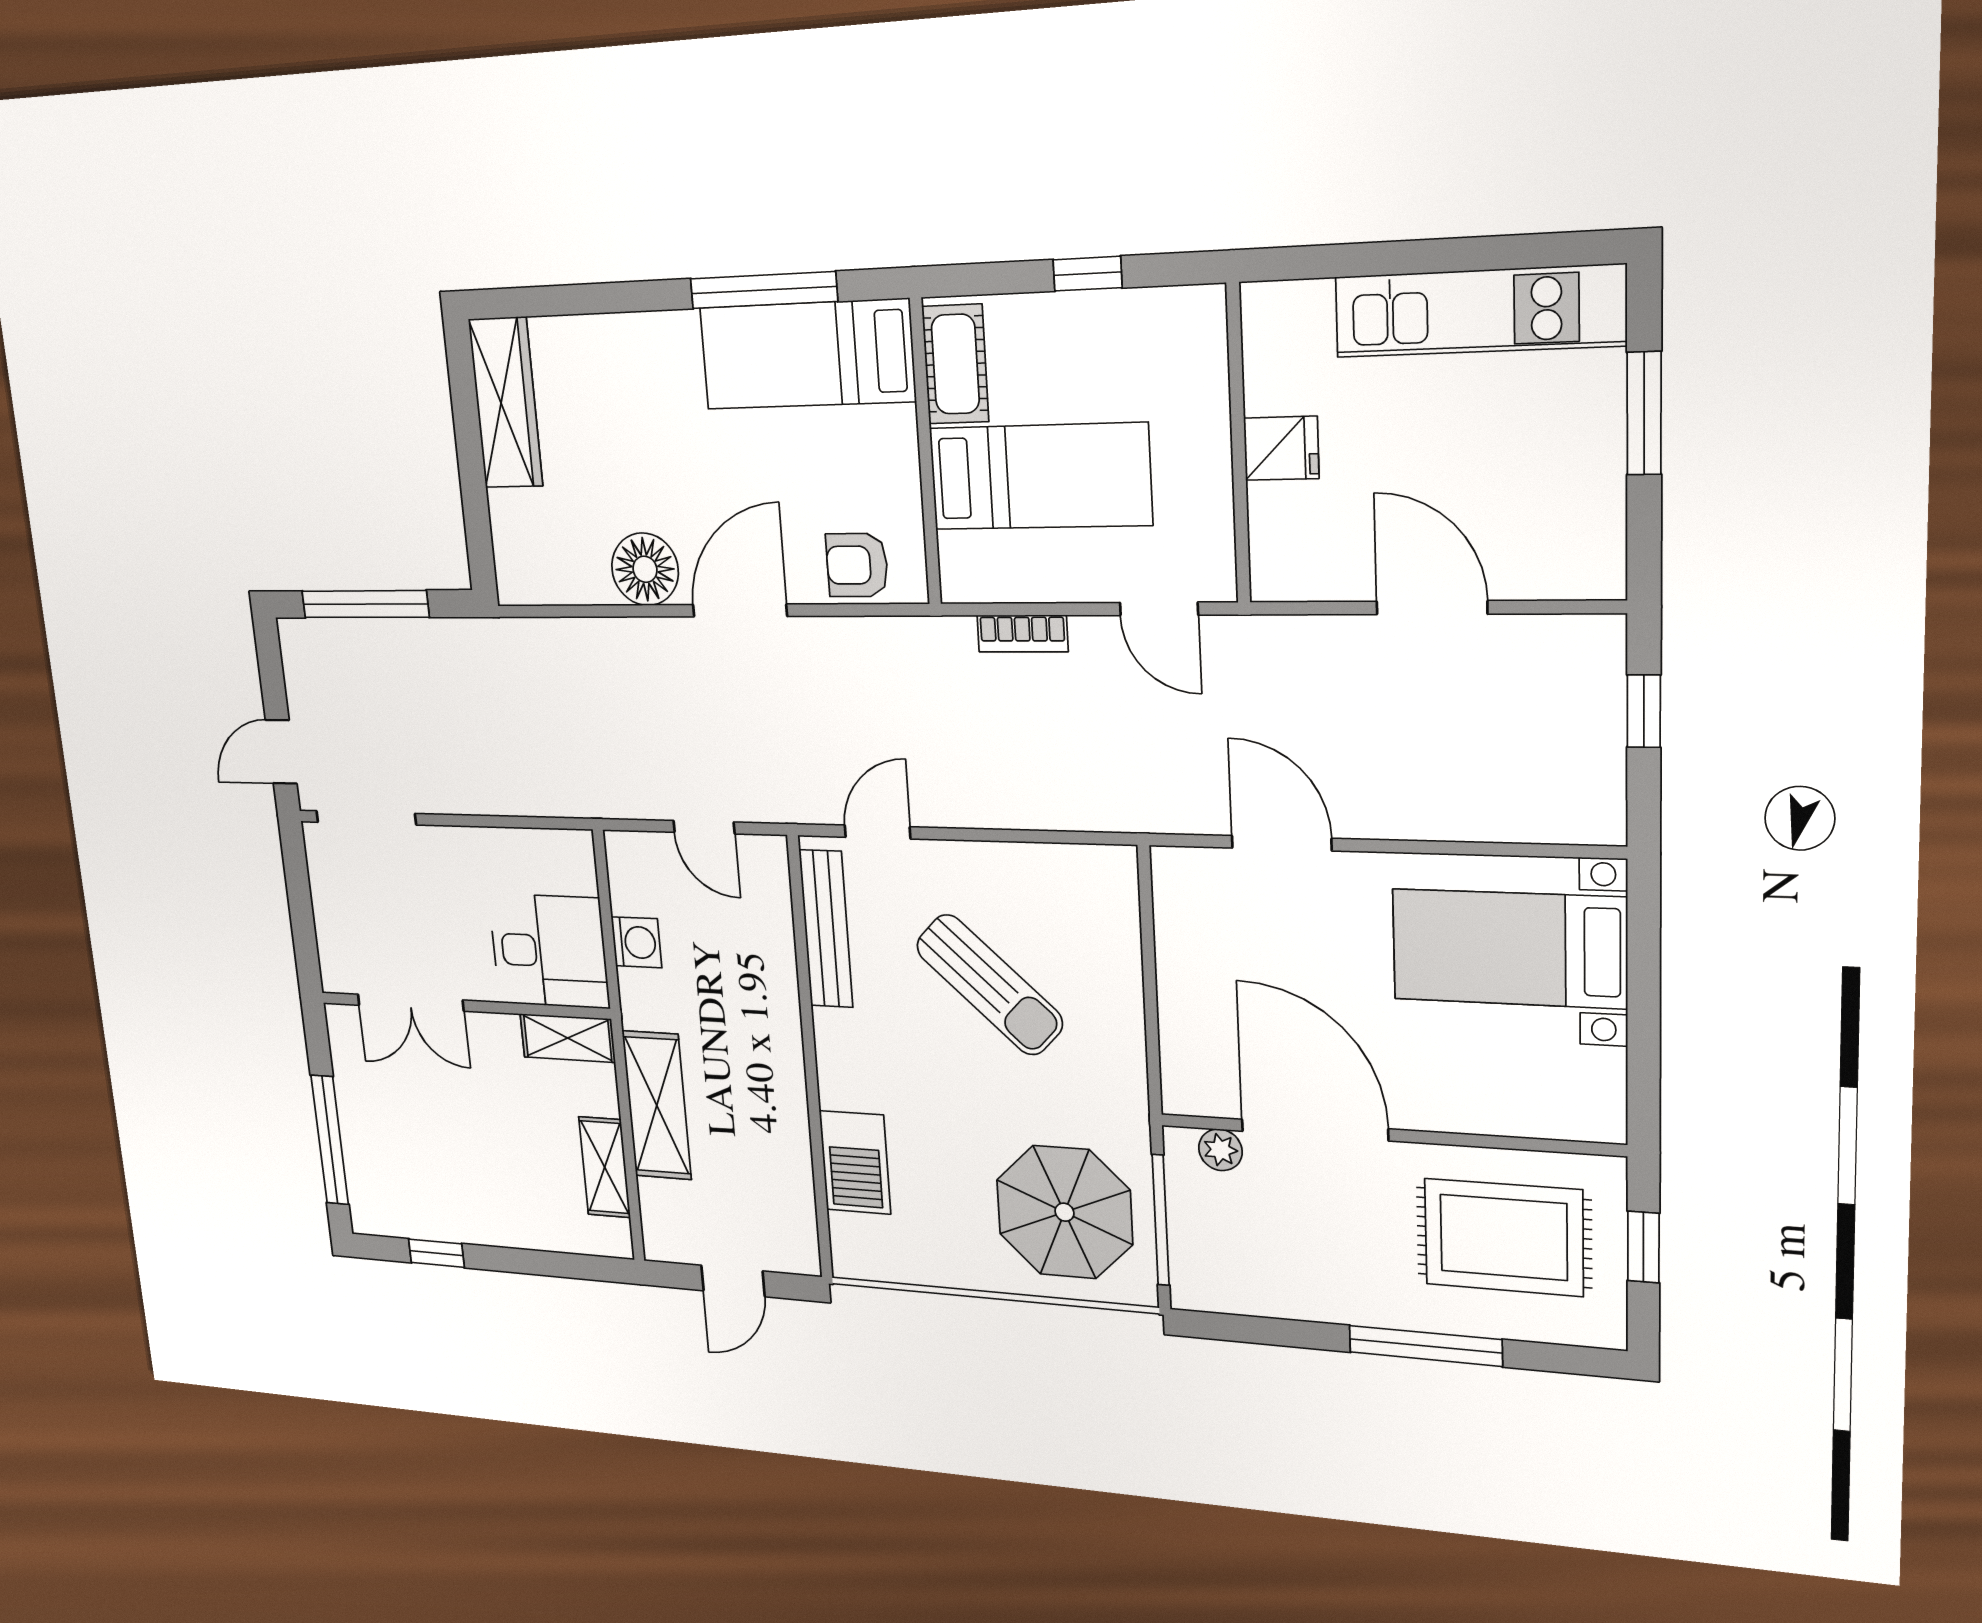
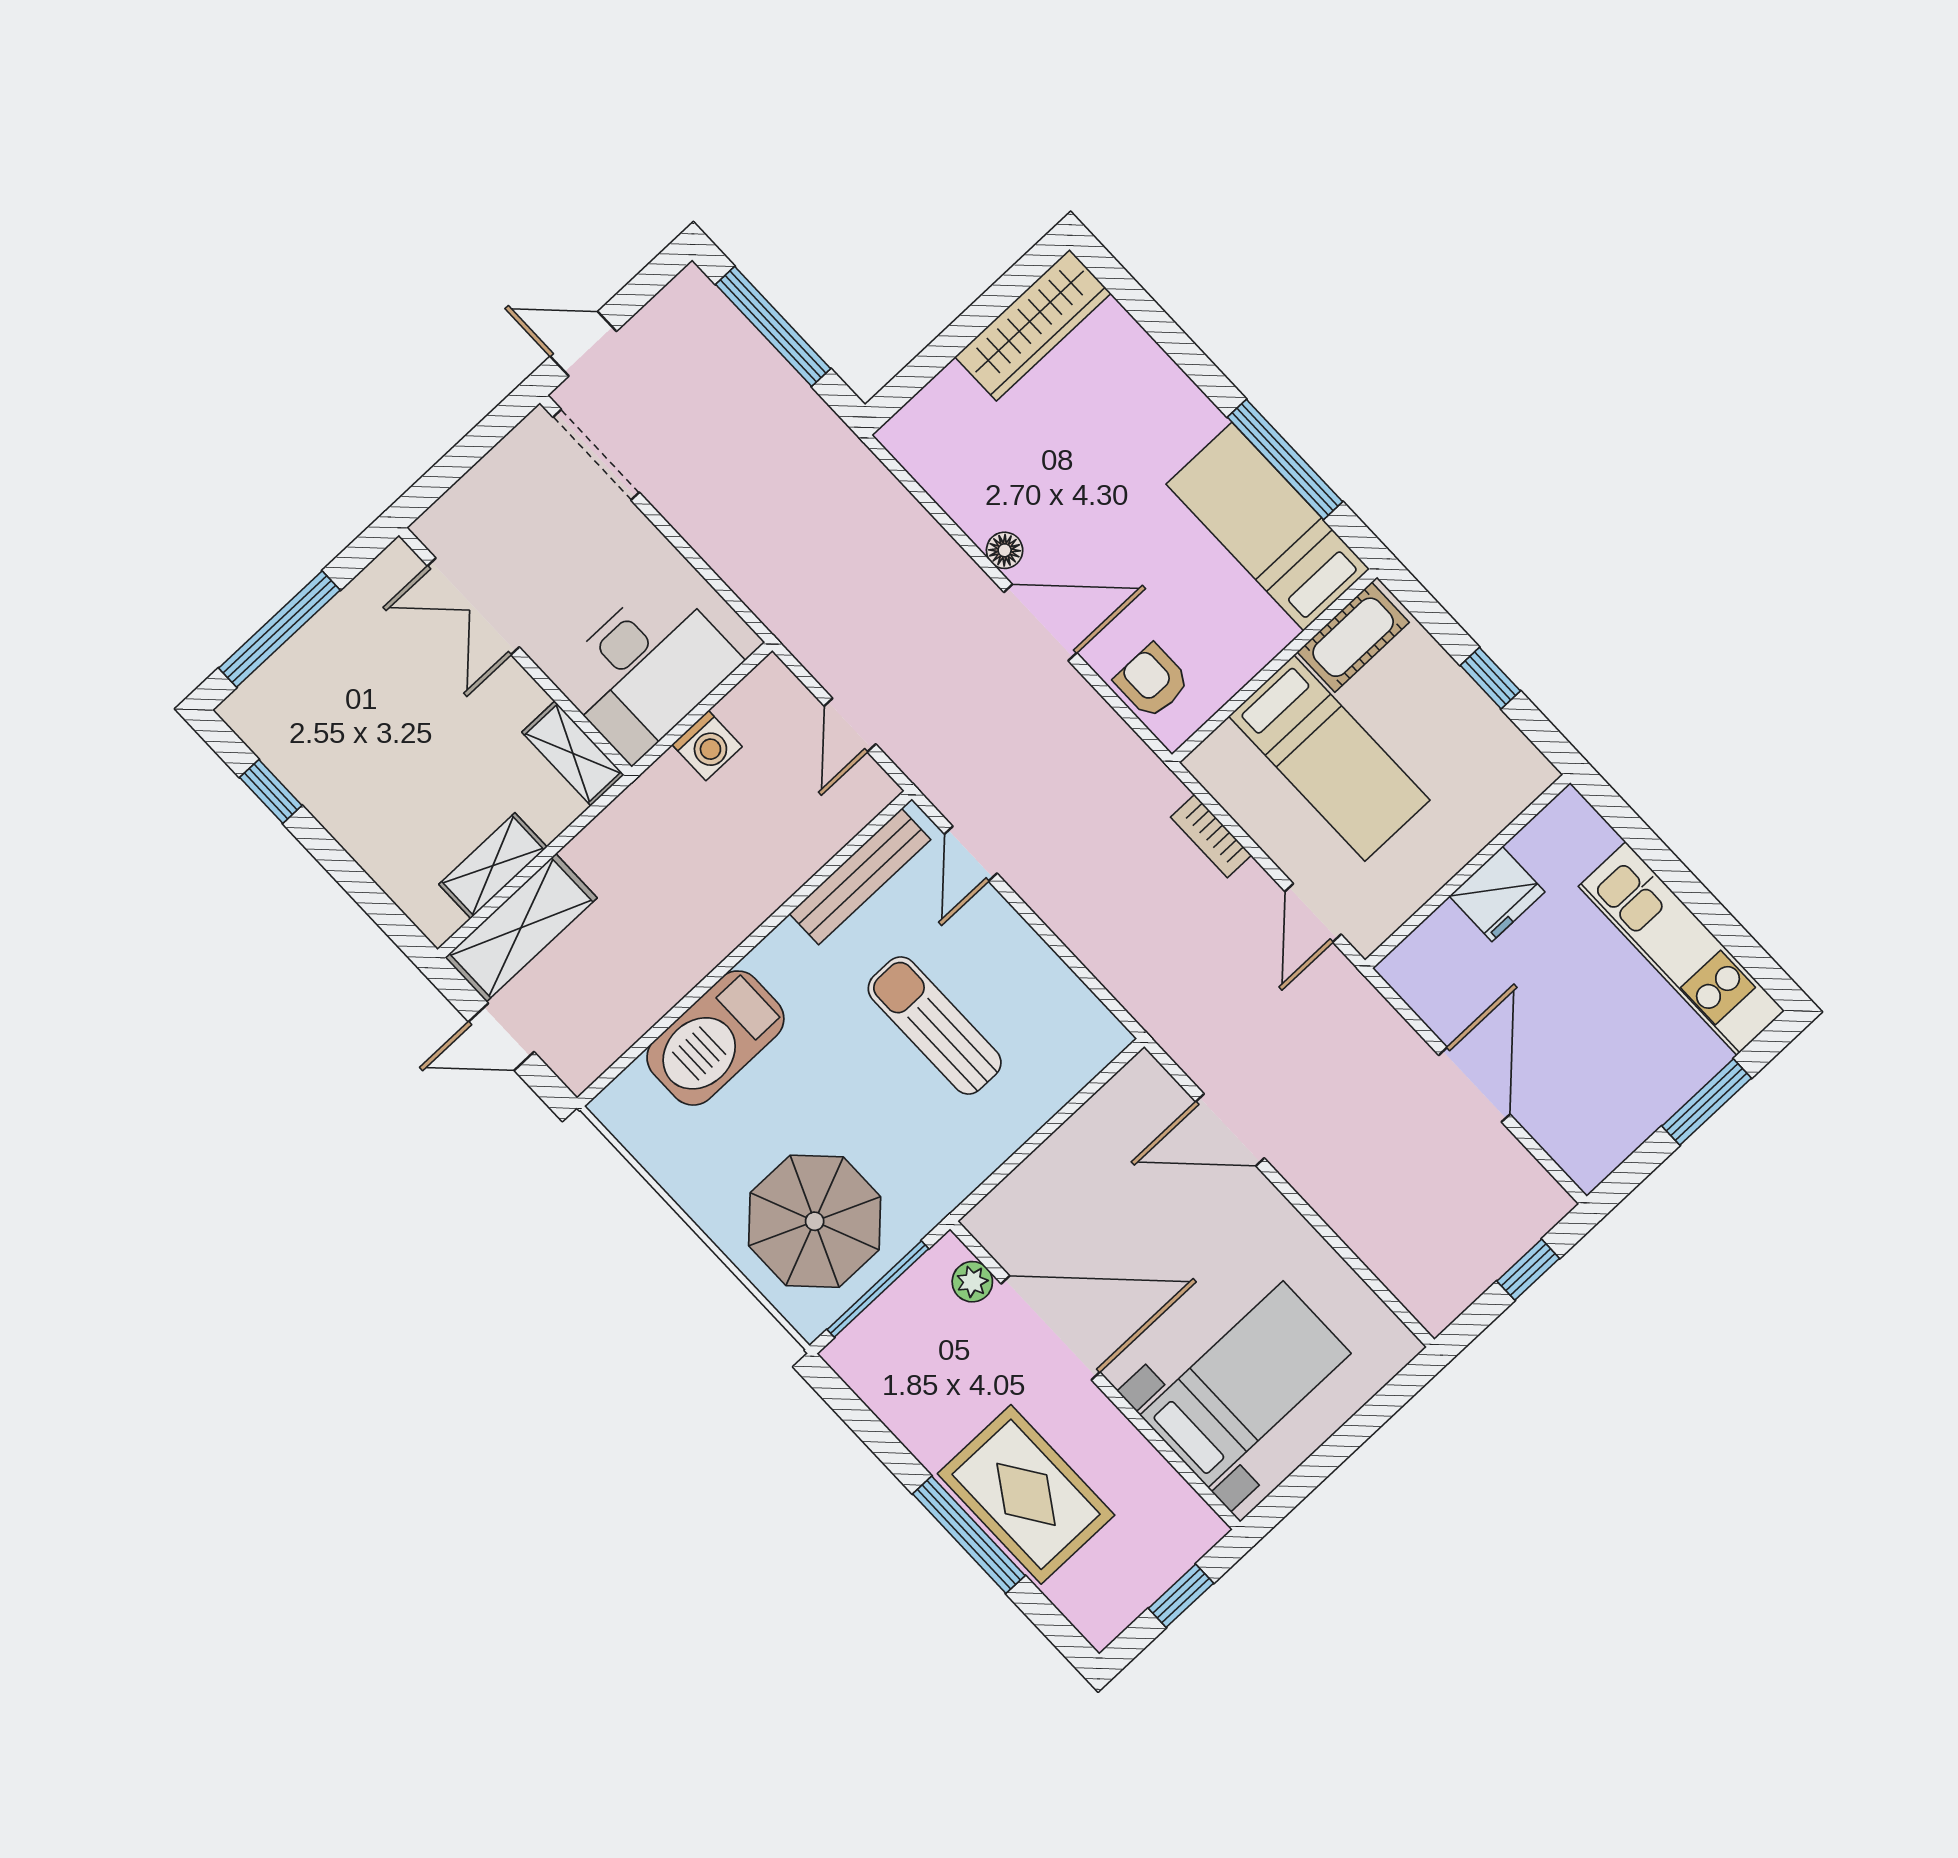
fridge: (1281, 448) -> (1497, 894), width x1.38
floor lamp: (645, 569) -> (1005, 550), width x0.53, depth x0.53
door: (878, 832) -> (971, 854), swing flipped
door: (1282, 843) -> (1230, 1130), swing flipped
bed with nightstands: (1509, 949) -> (1246, 1384), moved, turned 90
desk: (549, 951) -> (647, 669), width x1.37
sun lounger: (989, 985) -> (935, 1025), turned 137
shelving: (657, 1105) -> (521, 928), moved
door: (1315, 1130) -> (1050, 1328), hinge flipped
barbecue: (855, 1162) -> (715, 1038), width x1.37, depth x1.21
rug: (1504, 1237) -> (1026, 1494), moved

